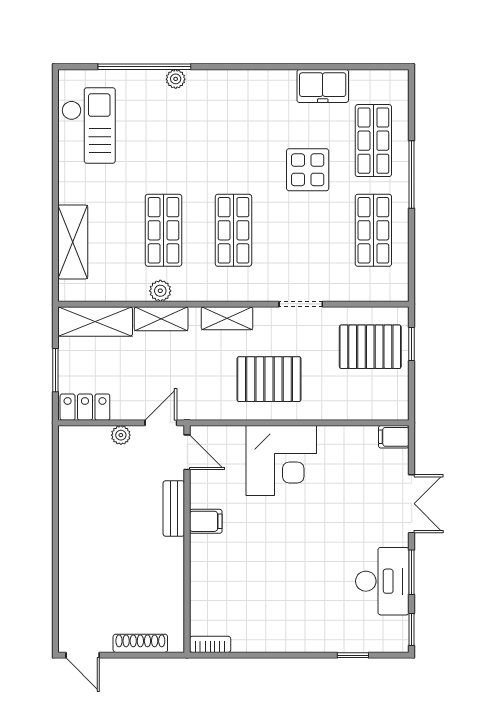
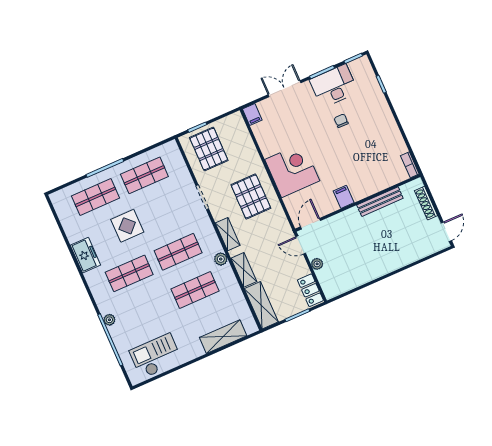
freezer: (323, 86) -> (85, 255), moved
shop shelf: (233, 141) -> (129, 273), added
plant: (160, 291) -> (221, 259), moved
bench: (174, 509) -> (380, 202), moved, width x1.36
chair: (324, 569) -> (341, 121), added

